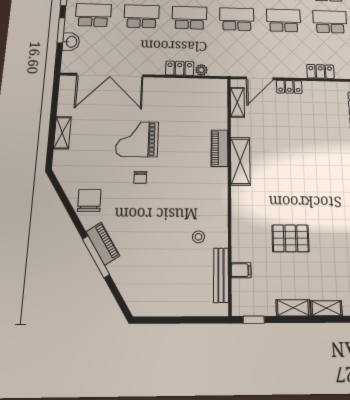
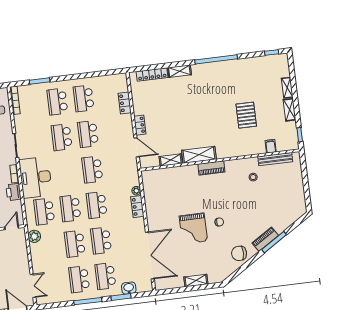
shelving: (237, 102) -> (171, 160), moved
piano: (219, 148) -> (211, 168), moved

